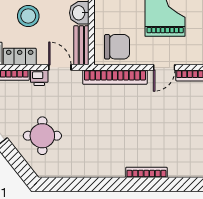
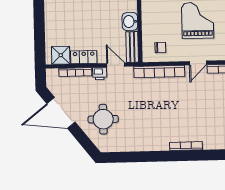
stool: (28, 16) -> (90, 25), removed
chair: (117, 47) -> (160, 48), width x0.54, depth x0.54

